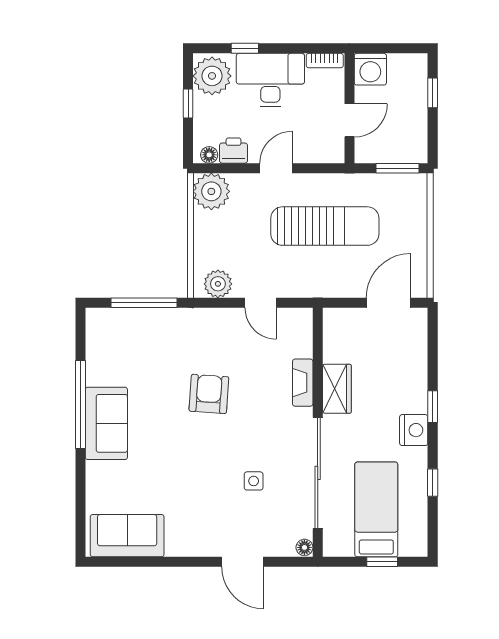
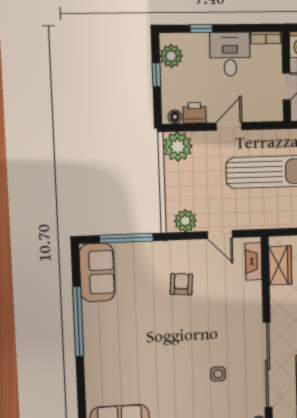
plant: (212, 76) -> (171, 56), width x0.73, depth x0.73
desk: (270, 80) -> (230, 54), width x0.73
fireplace: (303, 383) -> (254, 261), moved
wardrobe: (337, 389) -> (280, 265), moved
armchair: (209, 394) -> (181, 284), moved, width x0.72, depth x0.72
sofa: (106, 423) -> (97, 272), moved

